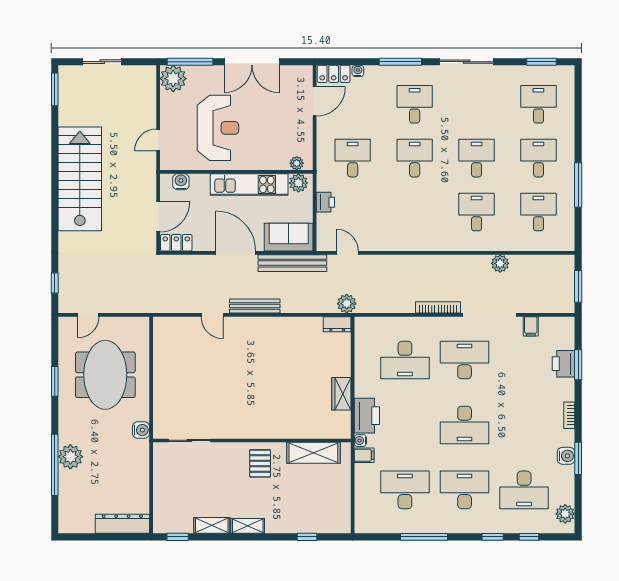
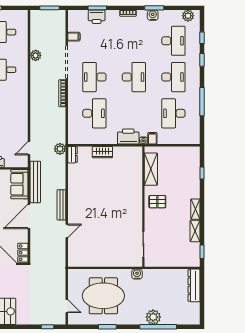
wardrobe: (341, 394) -> (102, 152), moved
desk: (465, 490) -> (173, 77), turned 180

